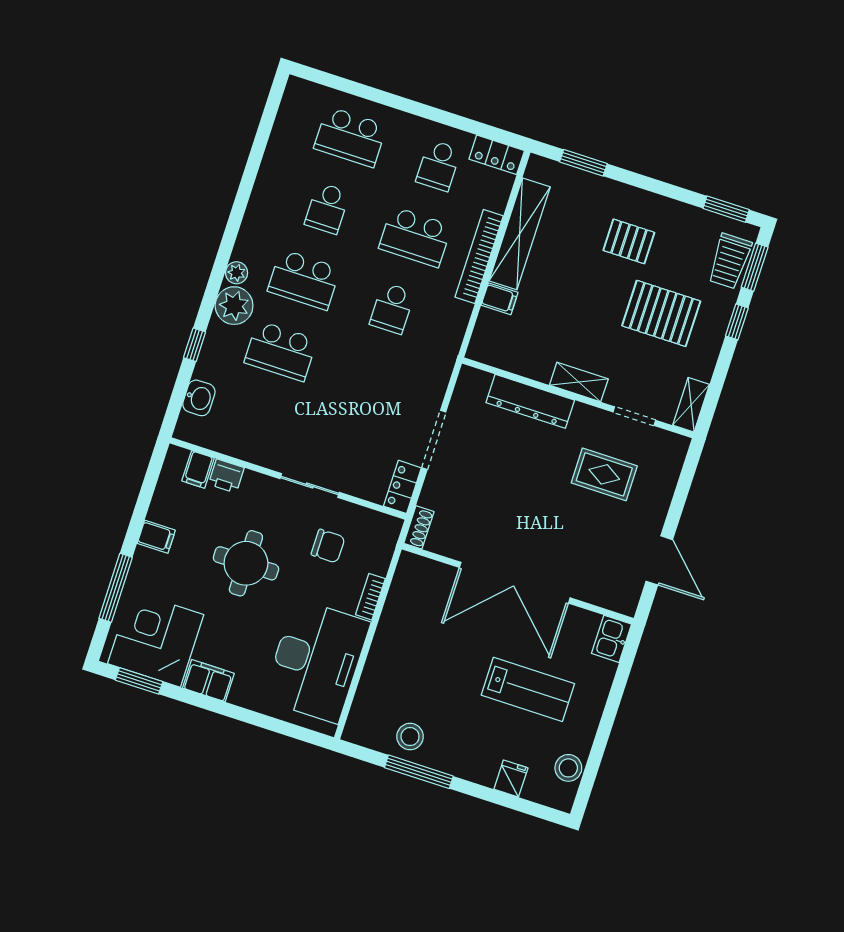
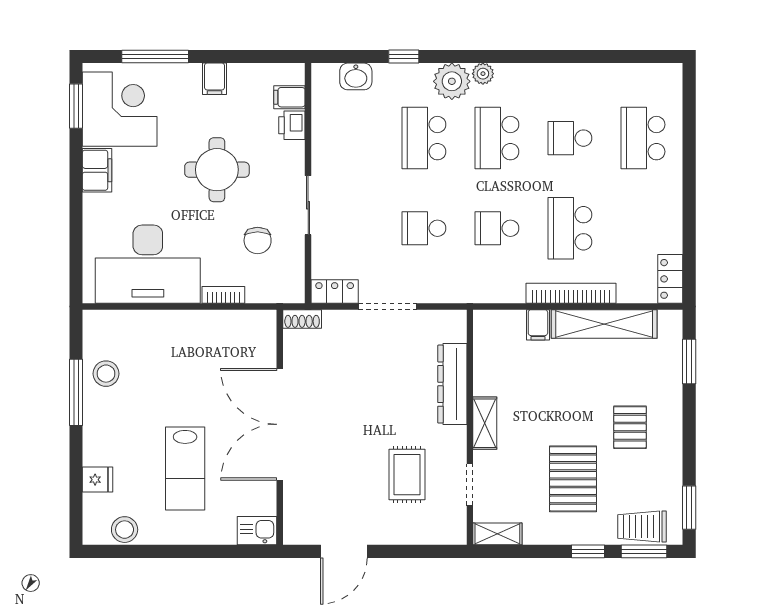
school desk: (438, 166) -> (424, 228), moved

